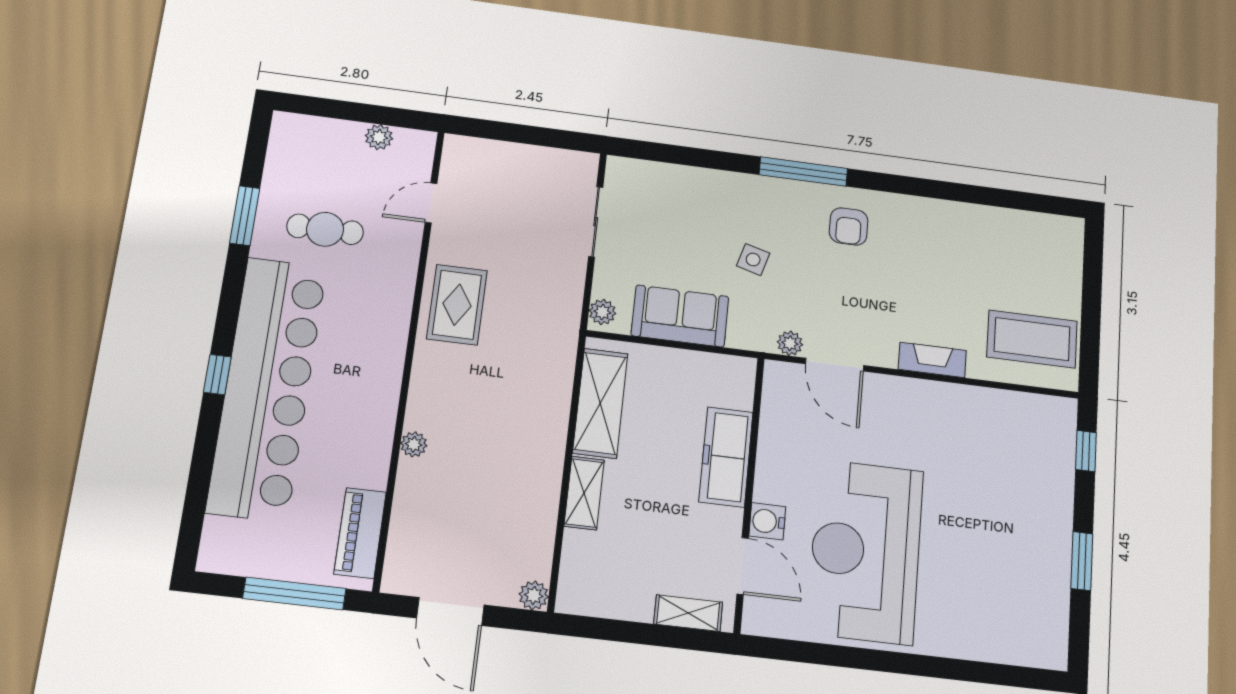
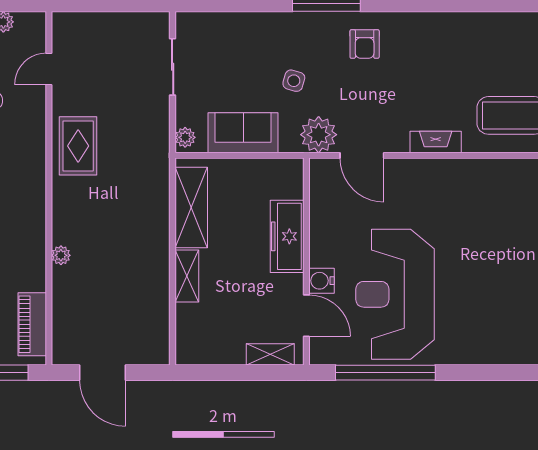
plant: (790, 343) -> (319, 135), width x1.87, depth x1.87
plant: (534, 595) -> (159, 354), removed
window: (845, 657) -> (385, 373), added

